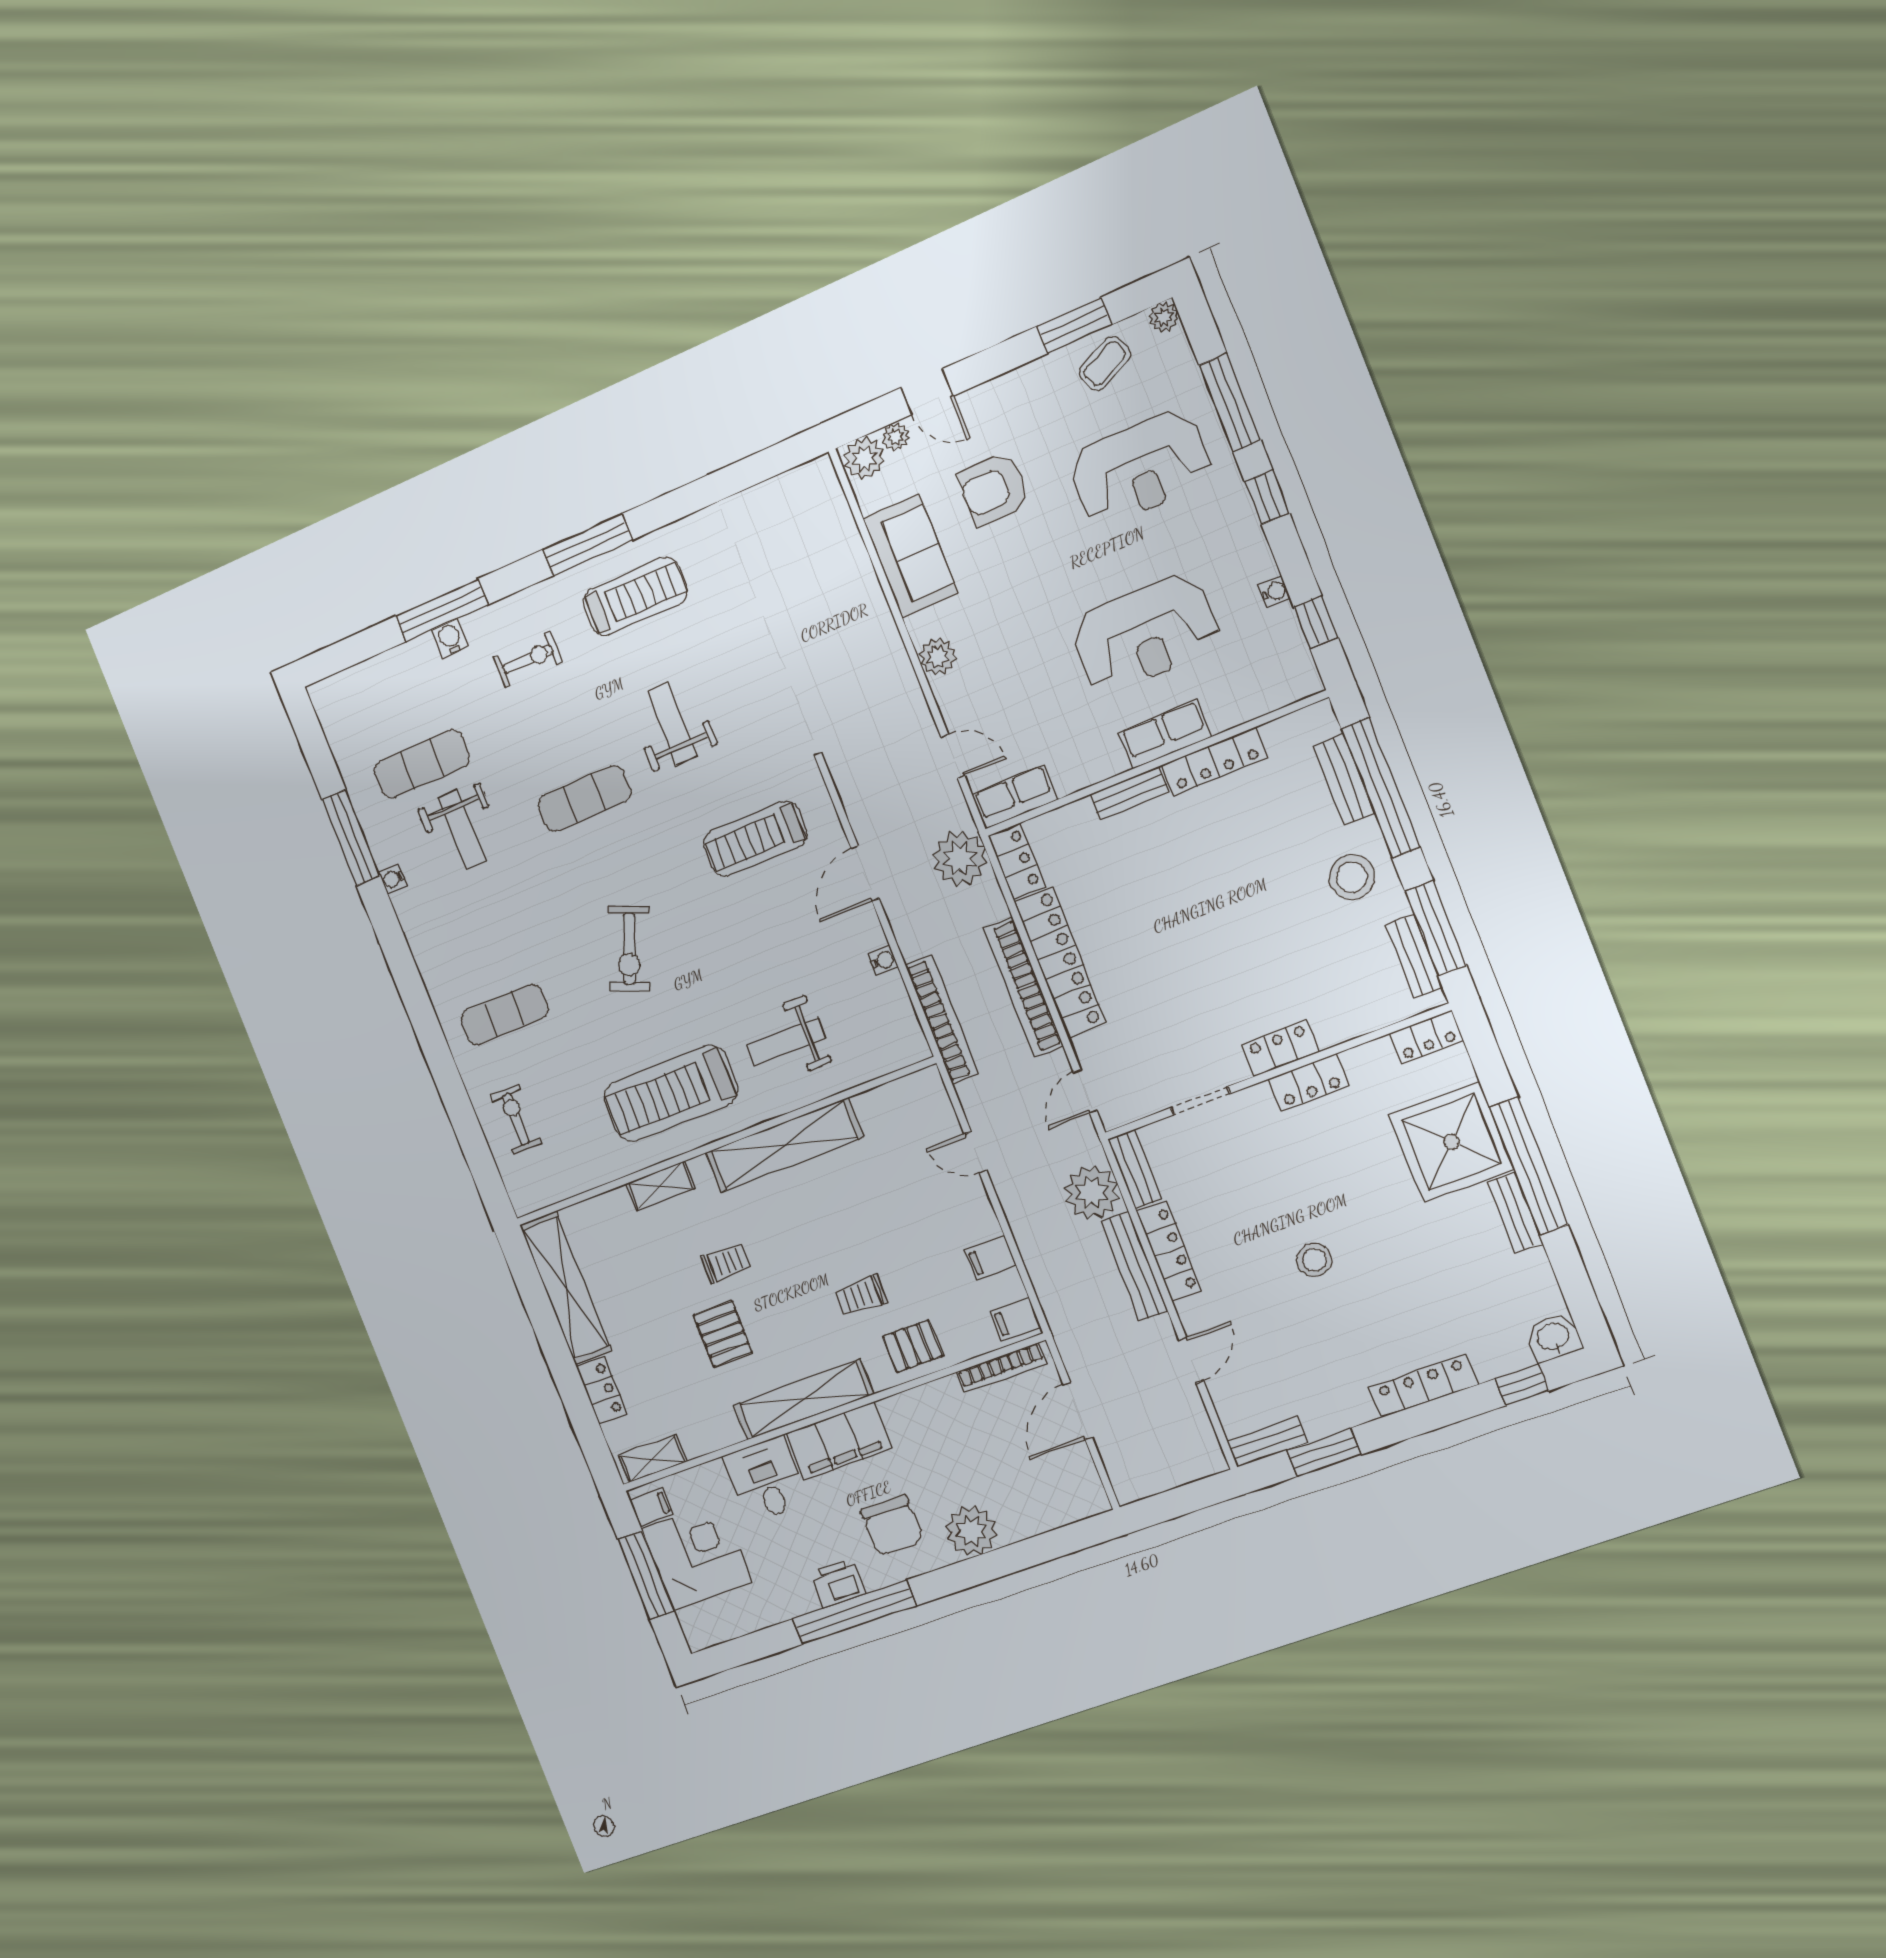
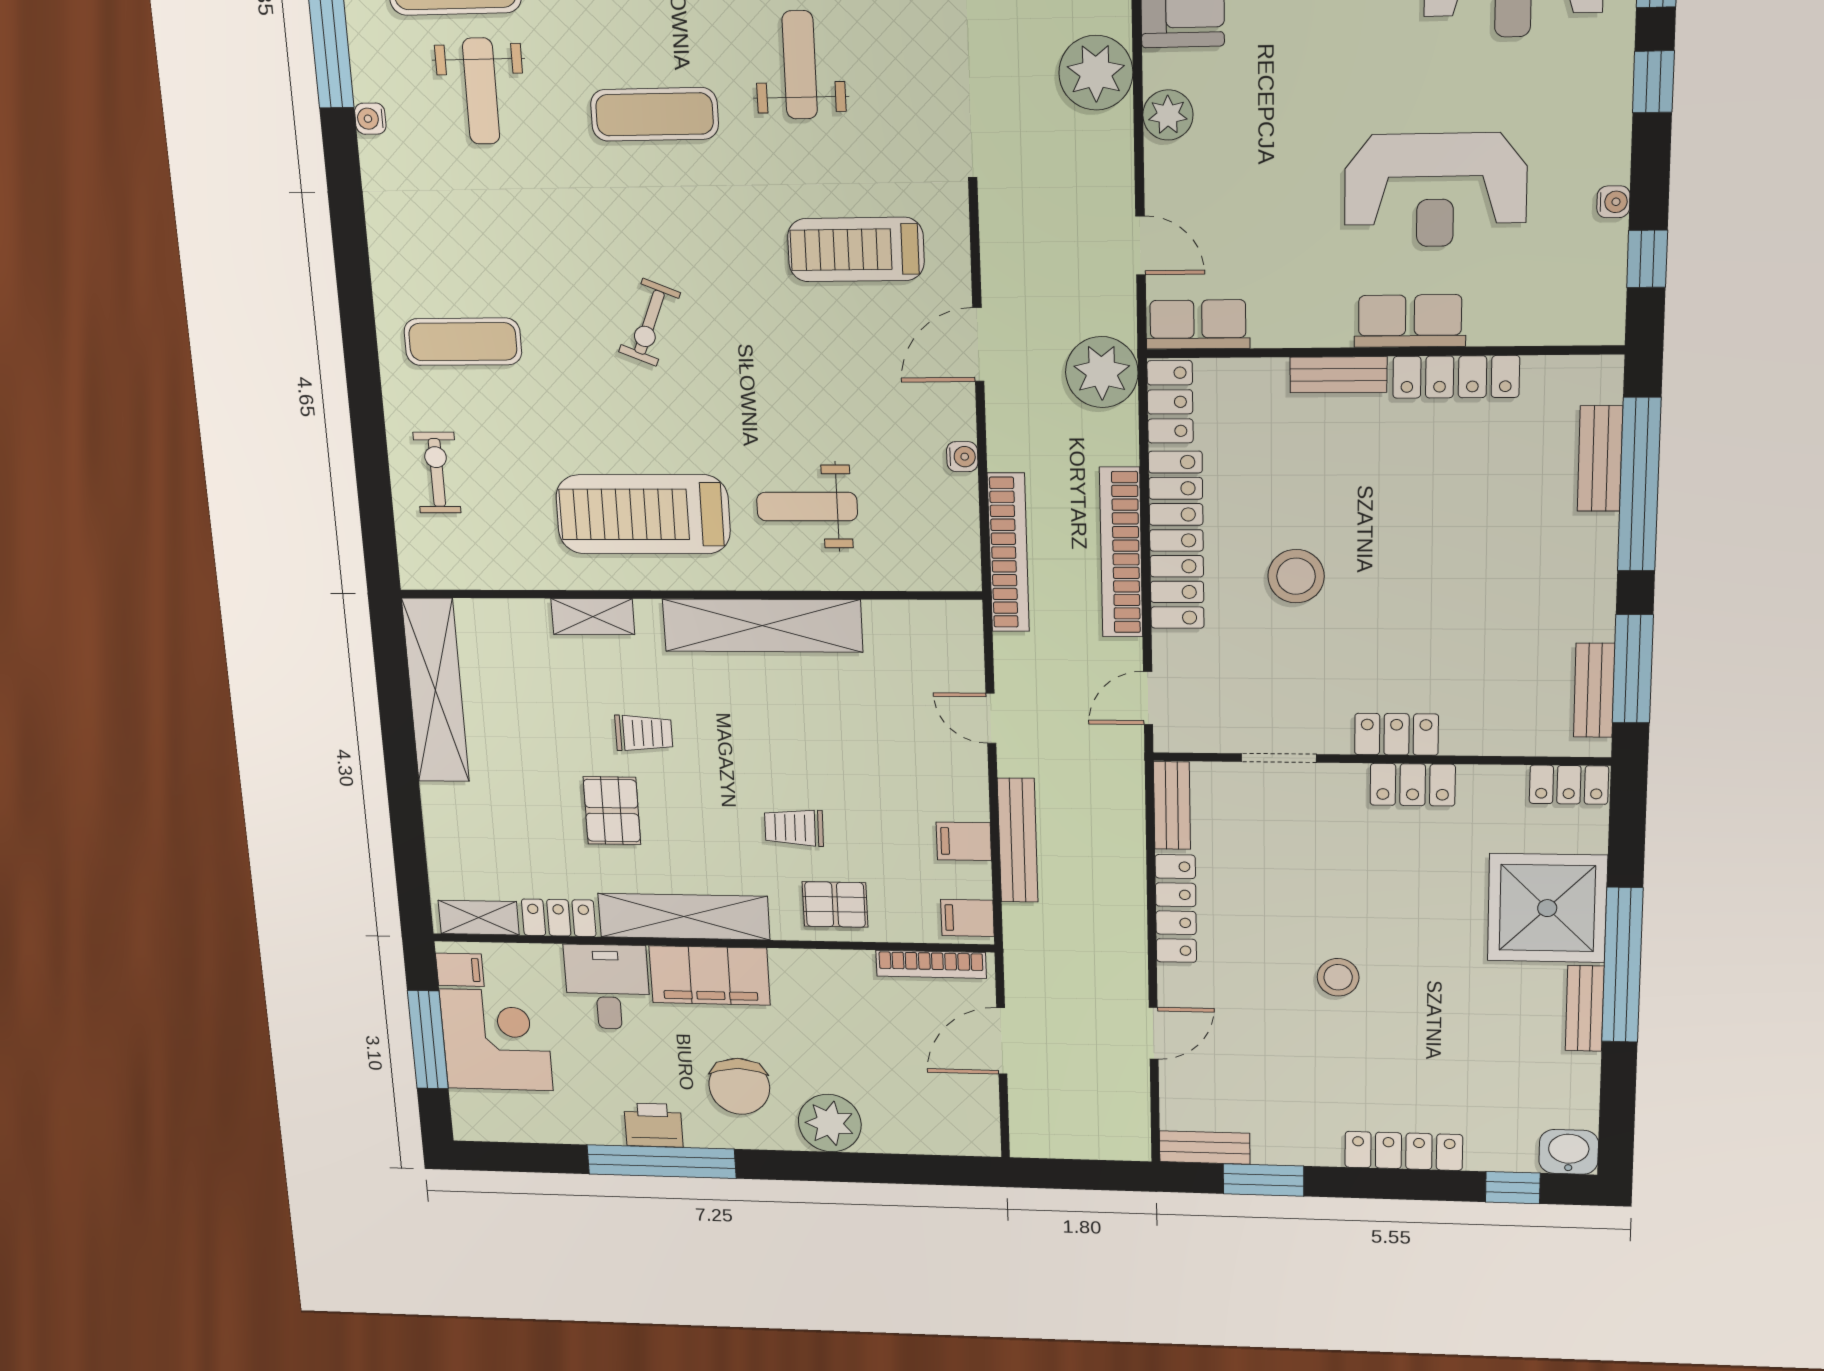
stool: (1352, 877) -> (1296, 576), moved
exercise bike: (629, 949) -> (649, 322), width x0.73, depth x0.72
plant: (1092, 1192) -> (1096, 73), moved
bench: (1134, 1266) -> (1018, 840), moved
locker: (602, 1390) -> (559, 918), moved, turned -90

